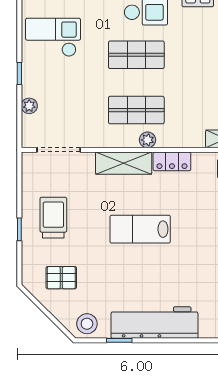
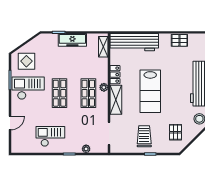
checkout: (53, 37) -> (50, 136), turned 90
trolley: (53, 218) -> (144, 136), turned 90
lab bench: (140, 229) -> (150, 91), width x1.36, depth x1.39

